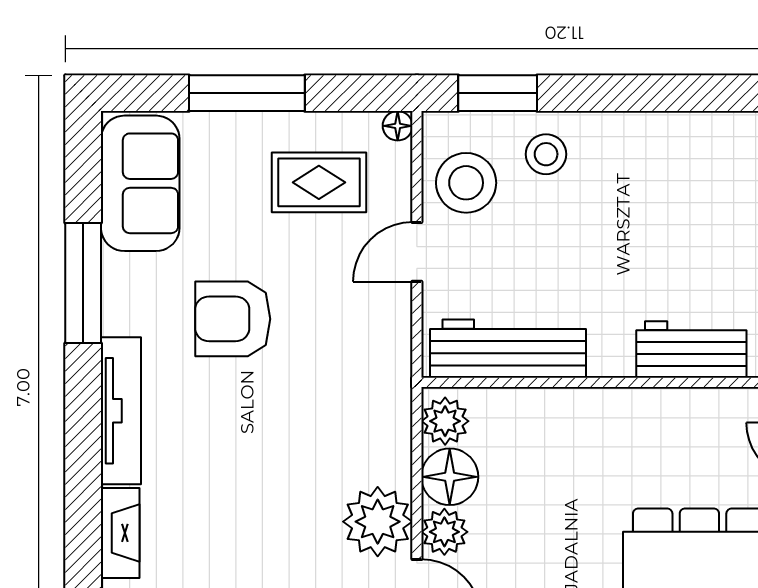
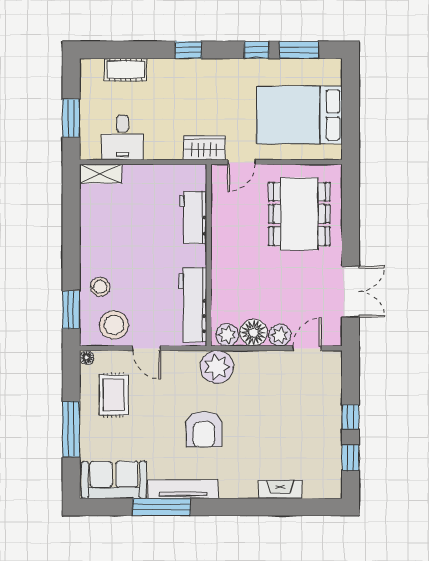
armchair: (233, 319) -> (204, 429), moved
tv unit: (121, 411) -> (183, 489), moved
plant: (378, 522) -> (217, 367), moved

